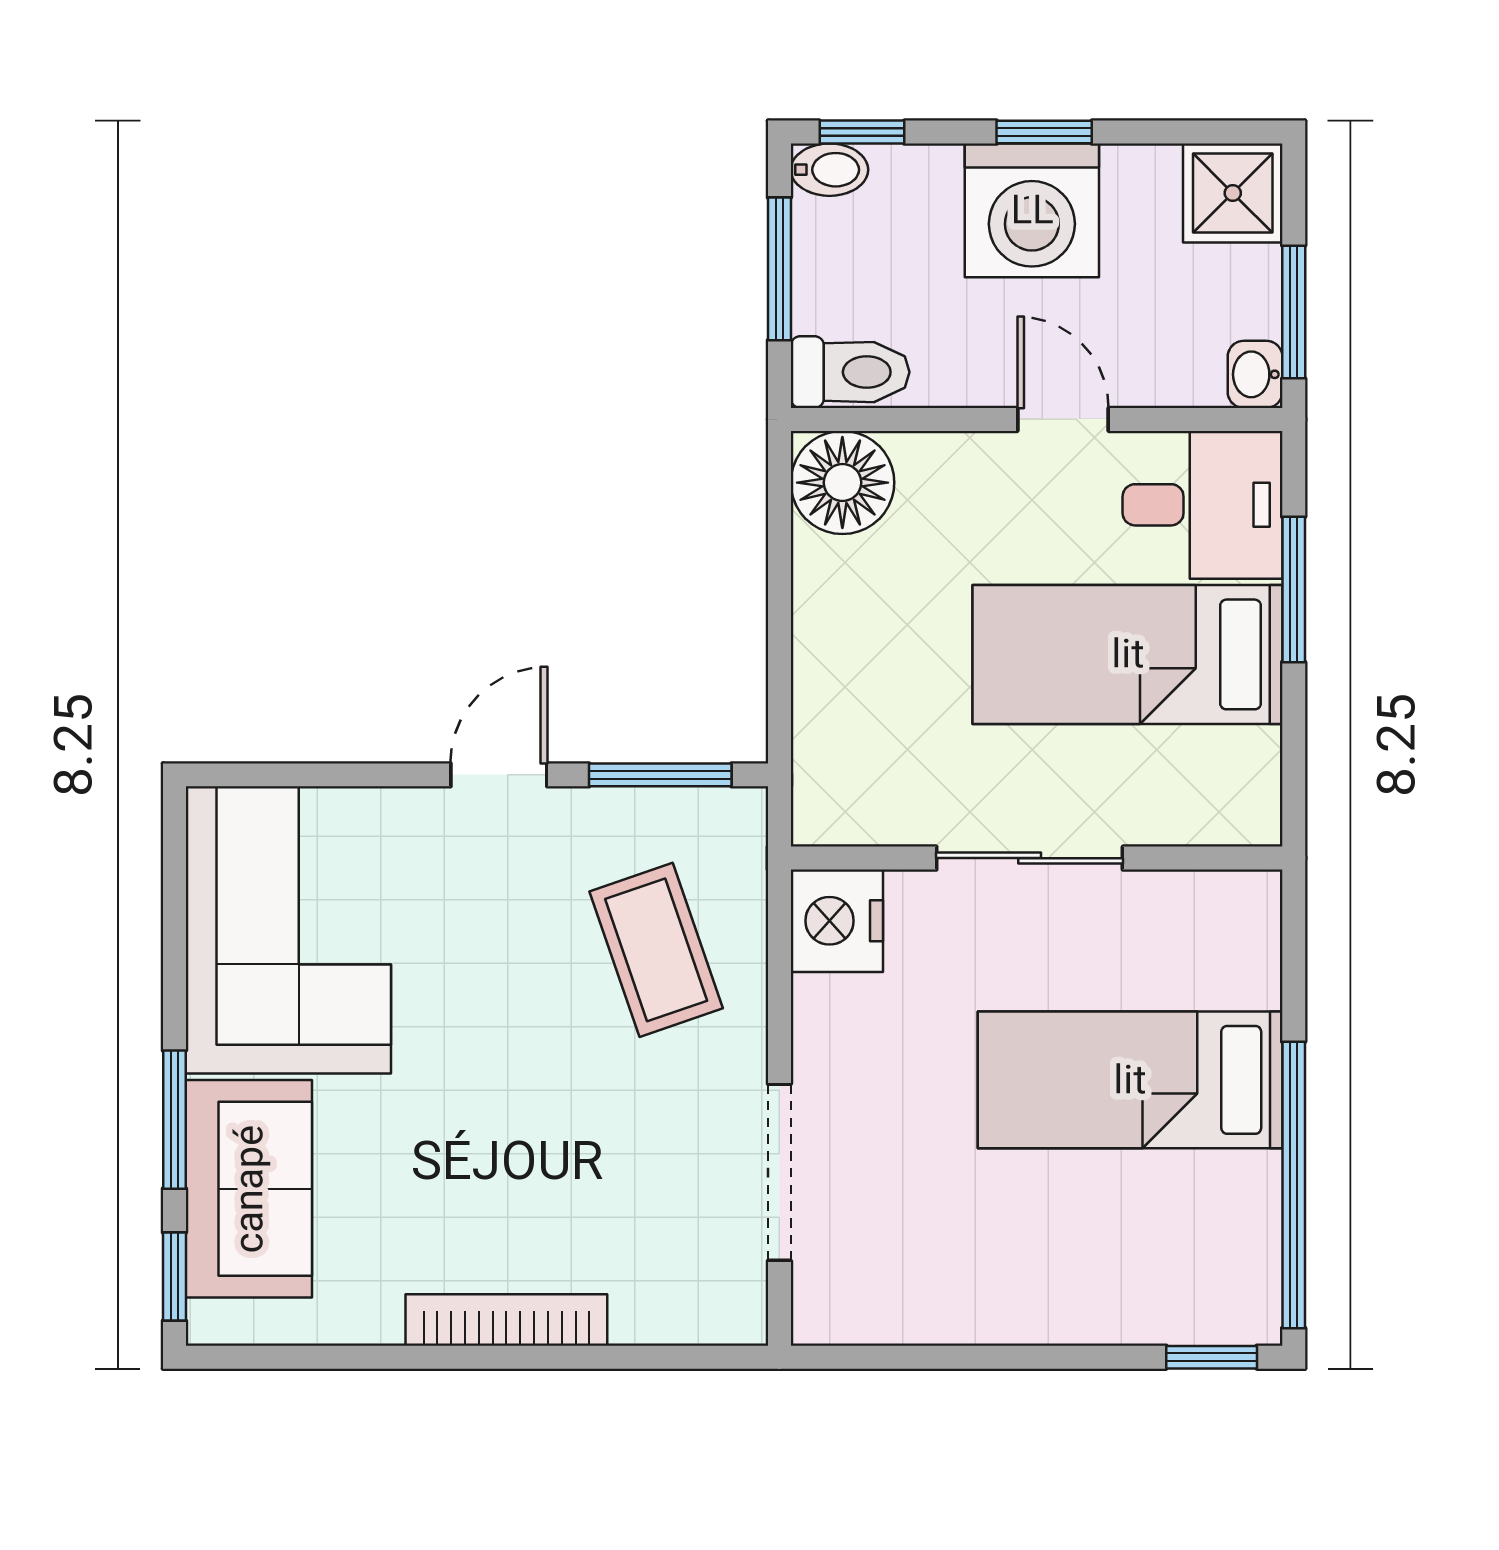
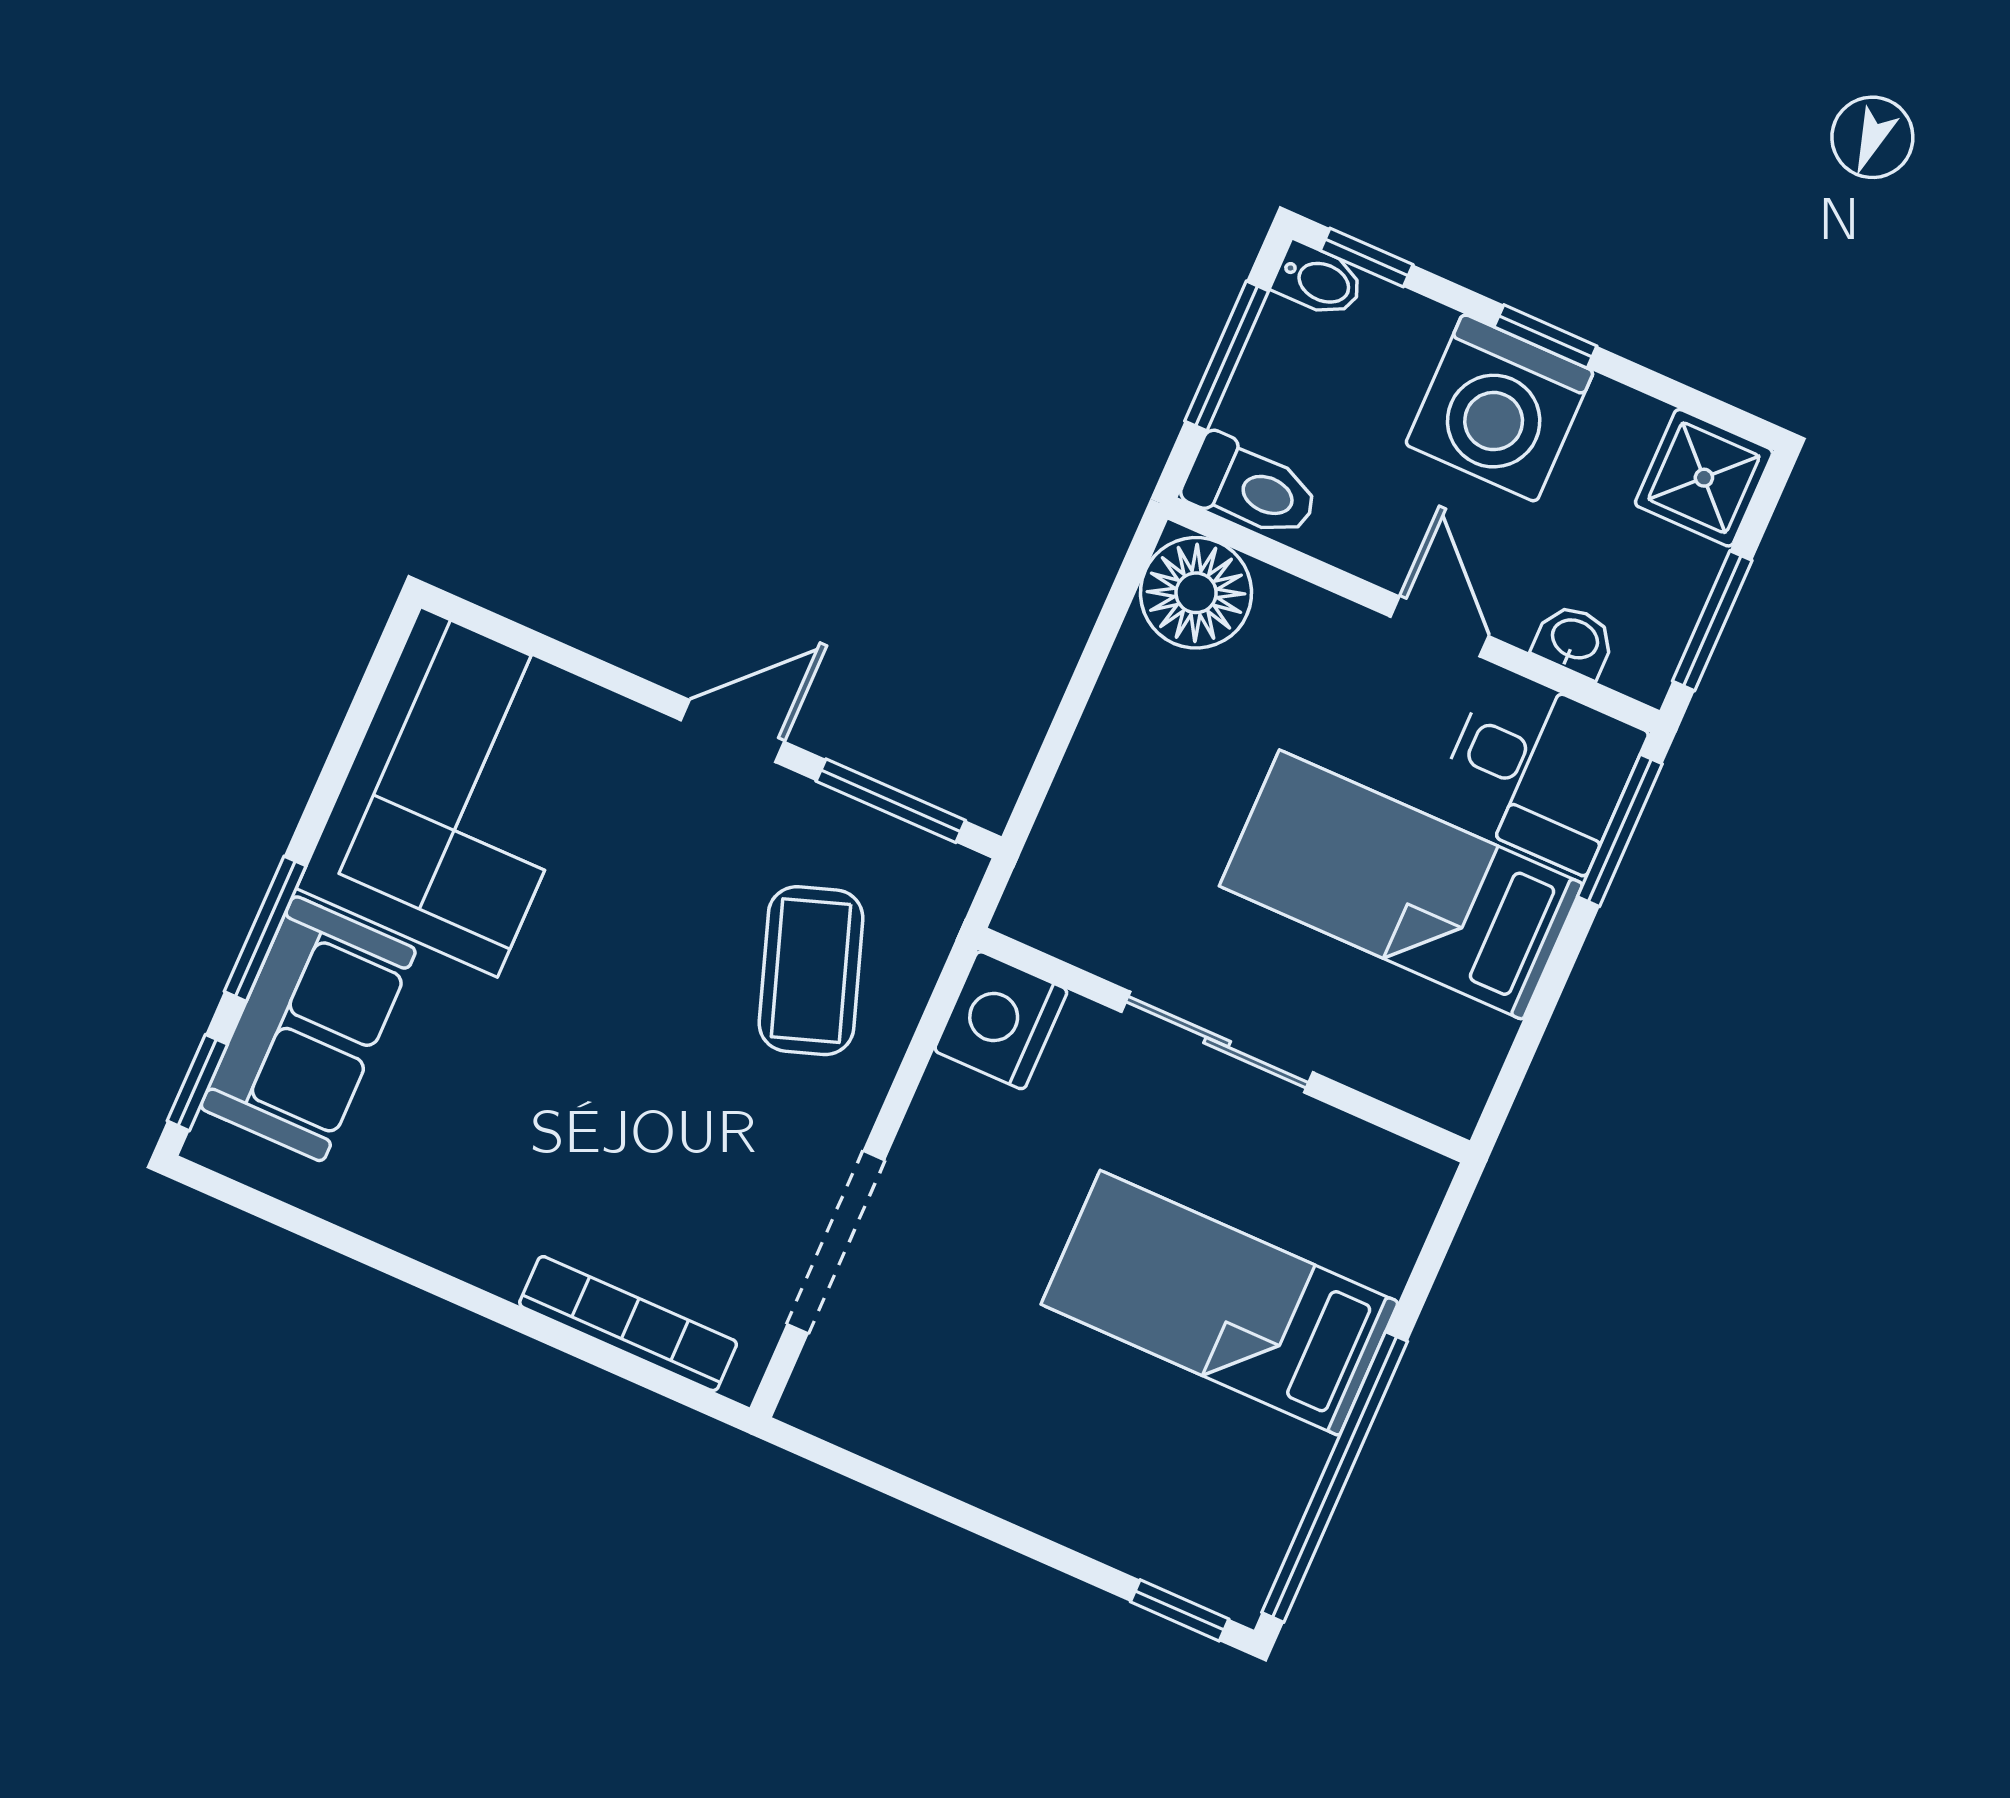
washbasin: (1255, 374) -> (1574, 641), moved, turned 90
window: (1294, 589) -> (1620, 830), moved
bookcase: (506, 1320) -> (628, 1324), moved

